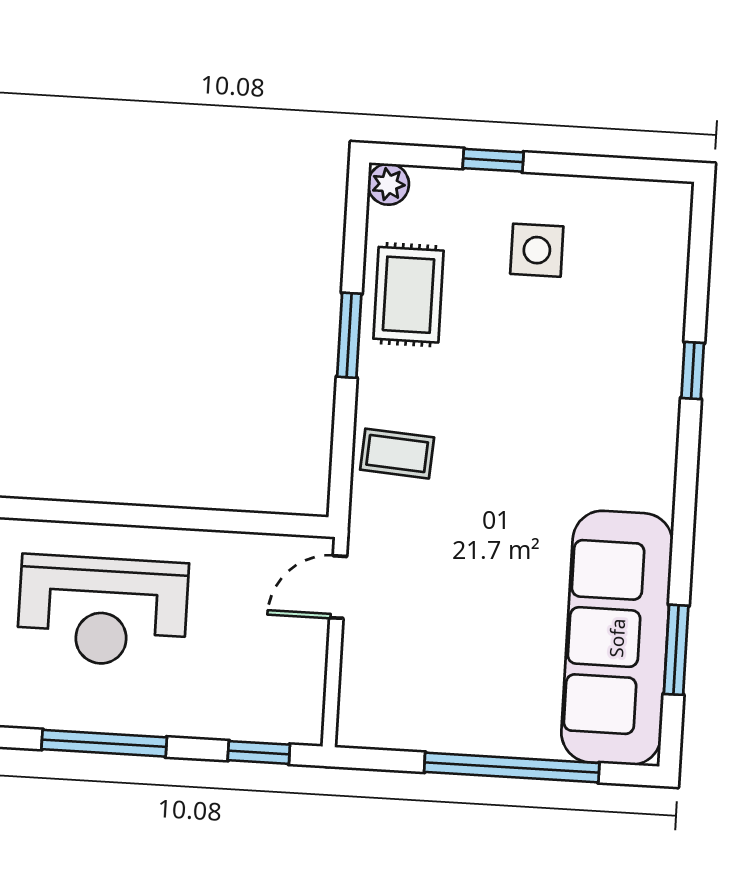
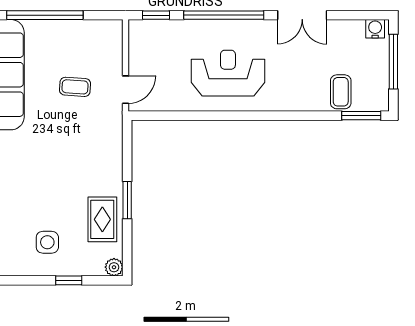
coffee table: (397, 454) -> (75, 87), moved
window: (104, 743) -> (224, 15), width x1.46

